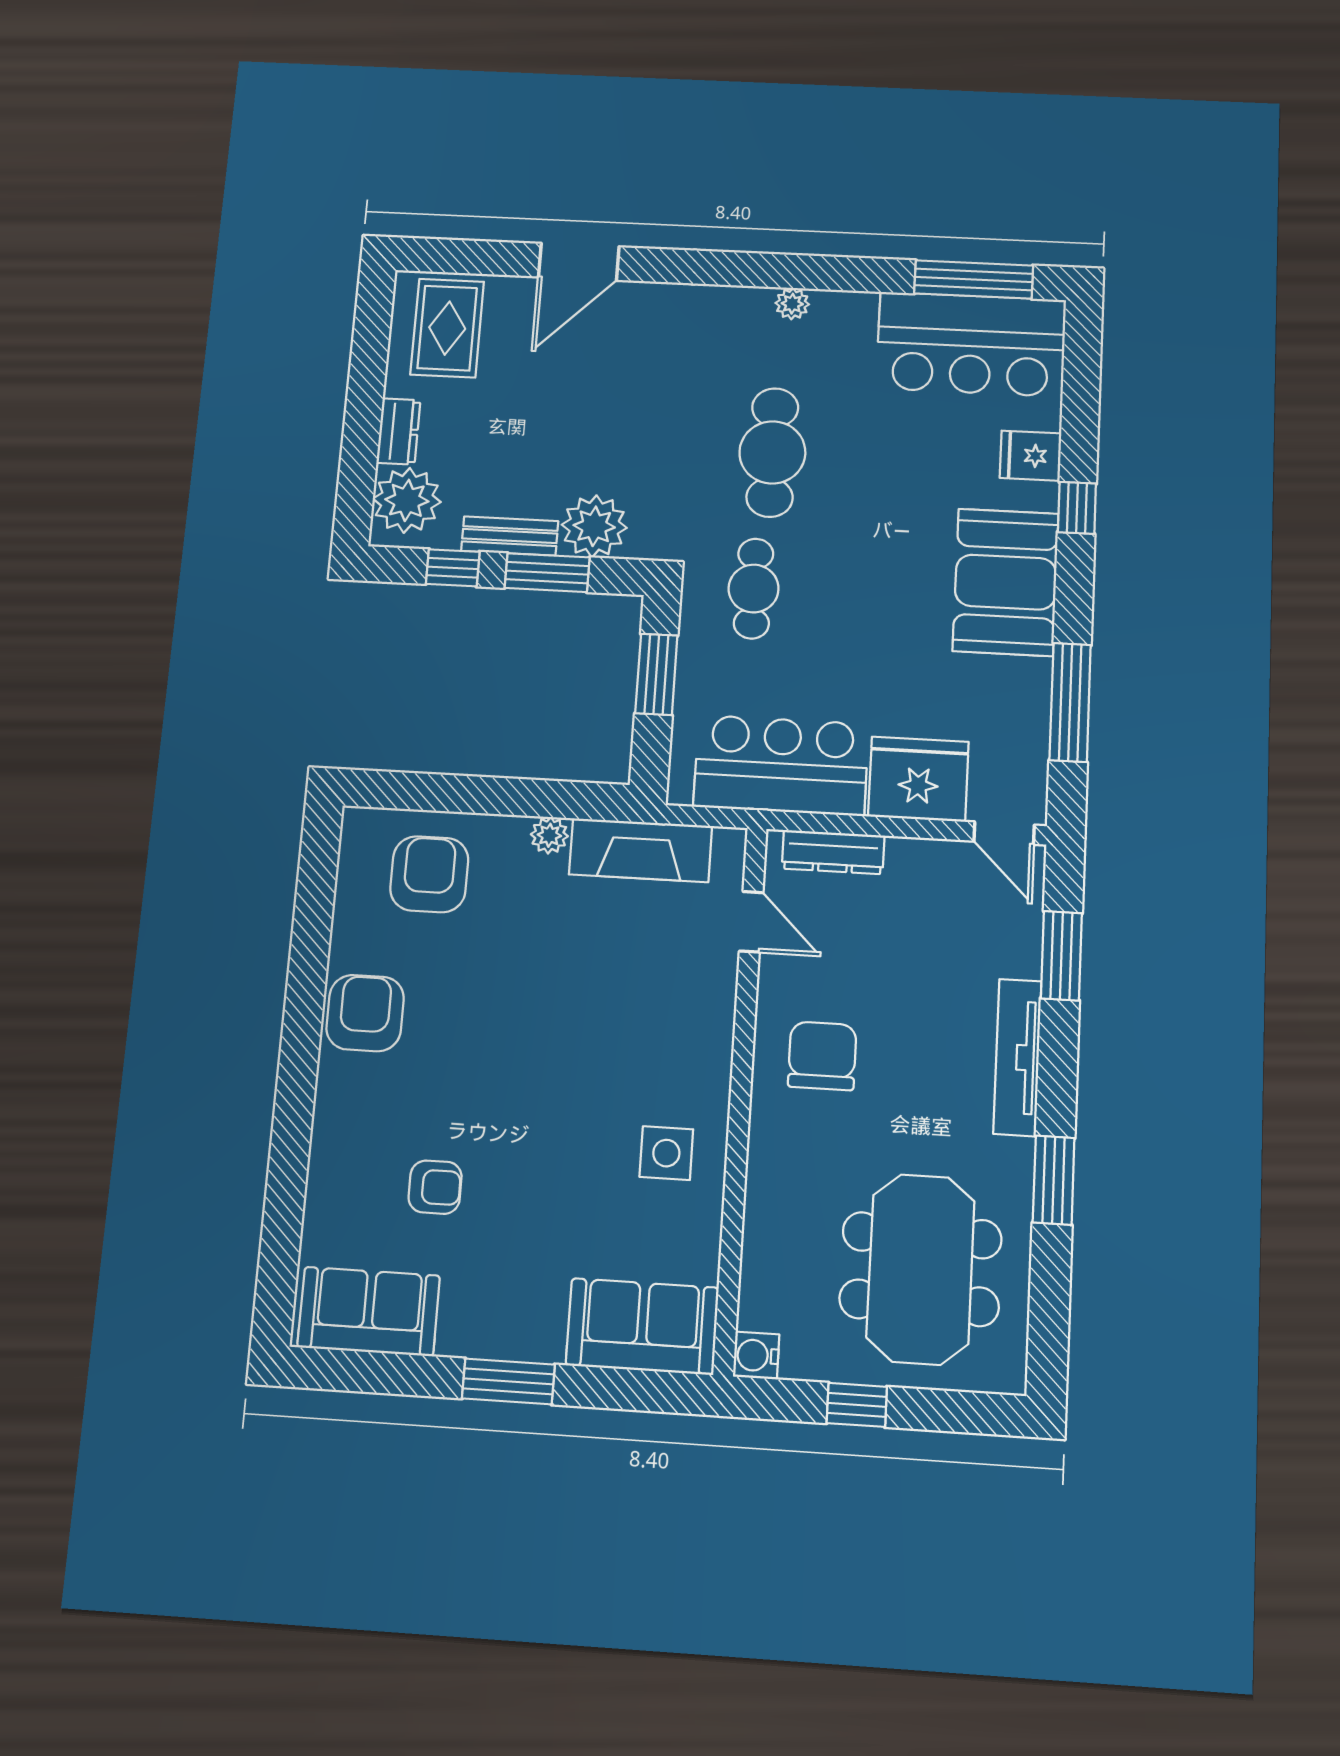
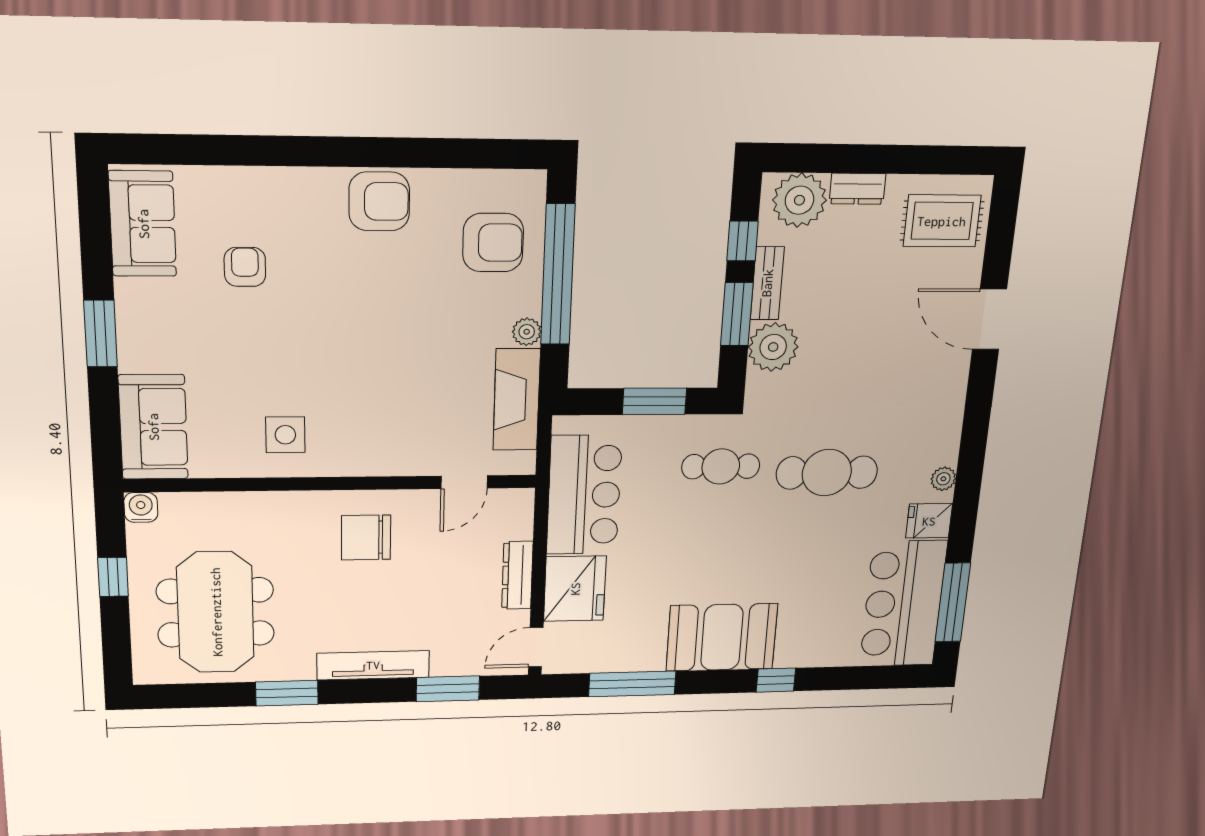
fridge: (1031, 456) -> (929, 521), moved, turned -90
window: (478, 795) -> (558, 275), added
dresser: (833, 852) -> (517, 575), moved
chair: (822, 1056) -> (366, 538), turned 180
armchair: (435, 1187) -> (245, 267), turned 180
meeting table: (921, 1269) -> (216, 612), turned 90

